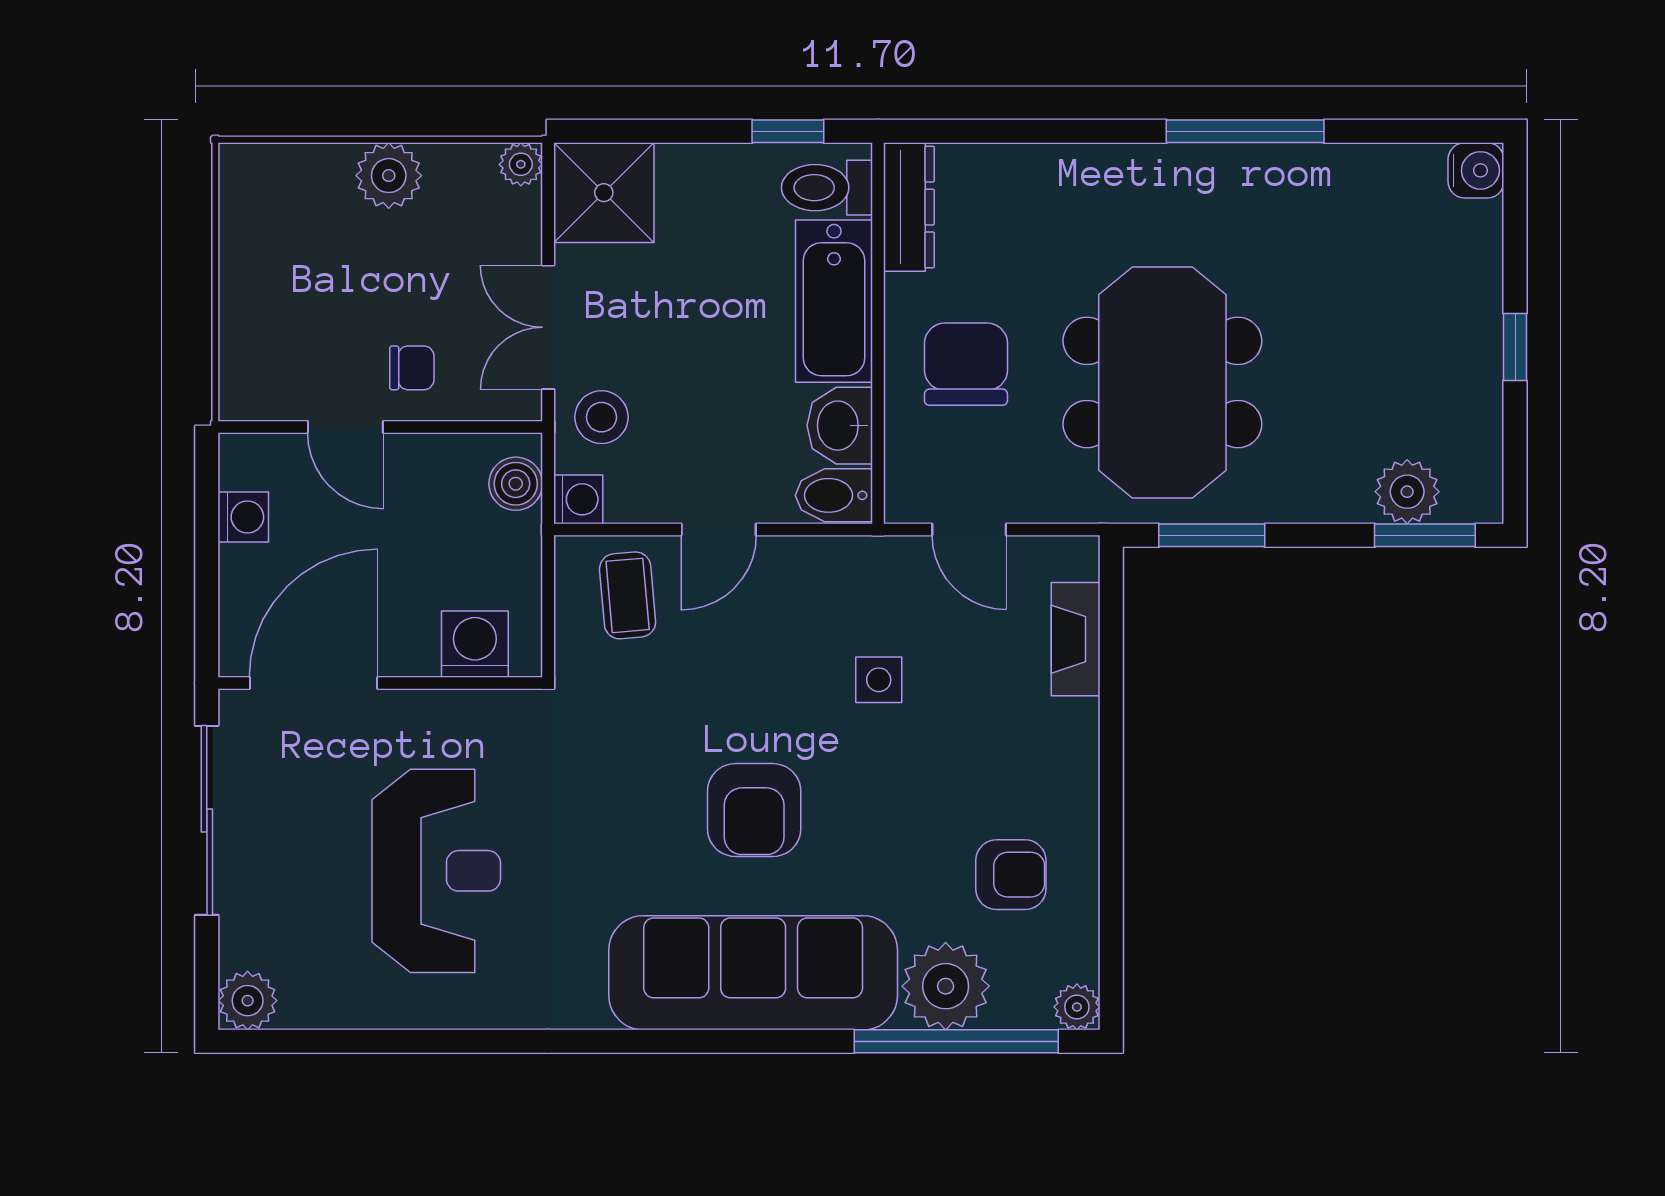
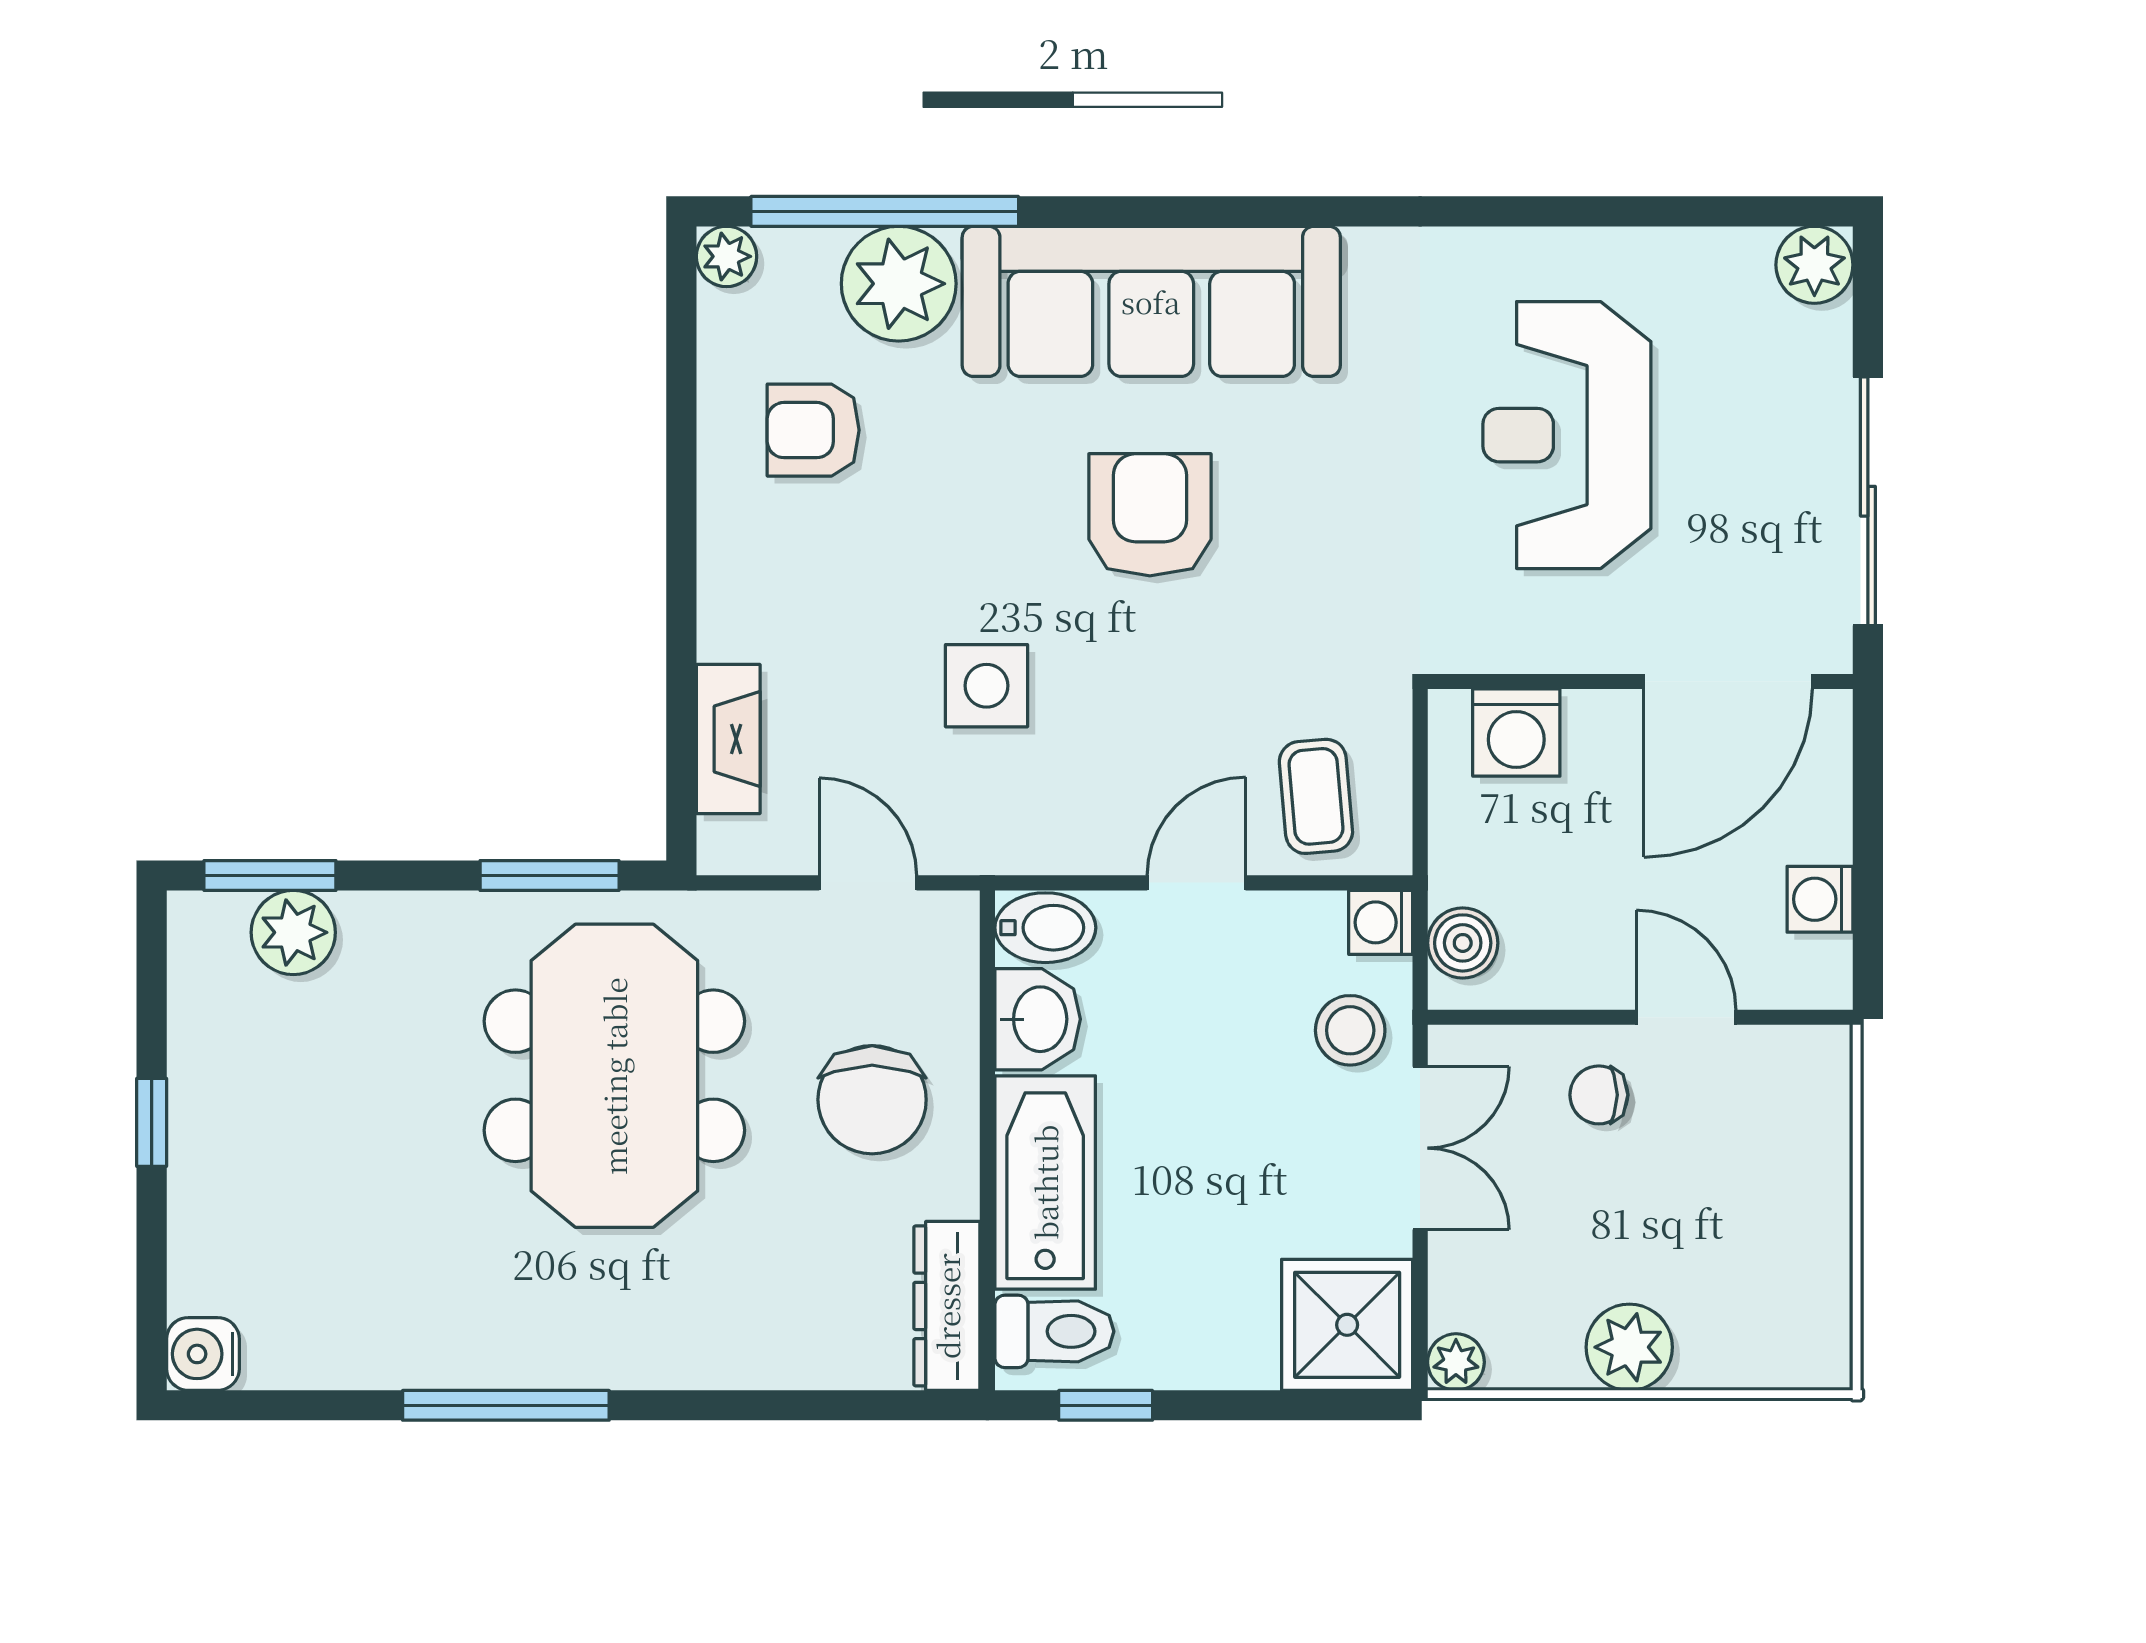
side table: (879, 680) -> (987, 686), width x1.37, depth x1.37

